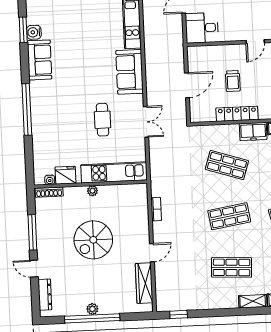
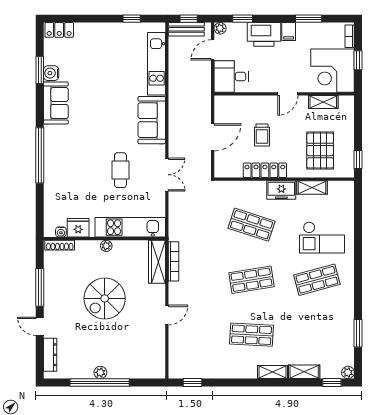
bookcase: (156, 209) -> (174, 261), width x1.56
wardrobe: (144, 283) -> (157, 262), moved

